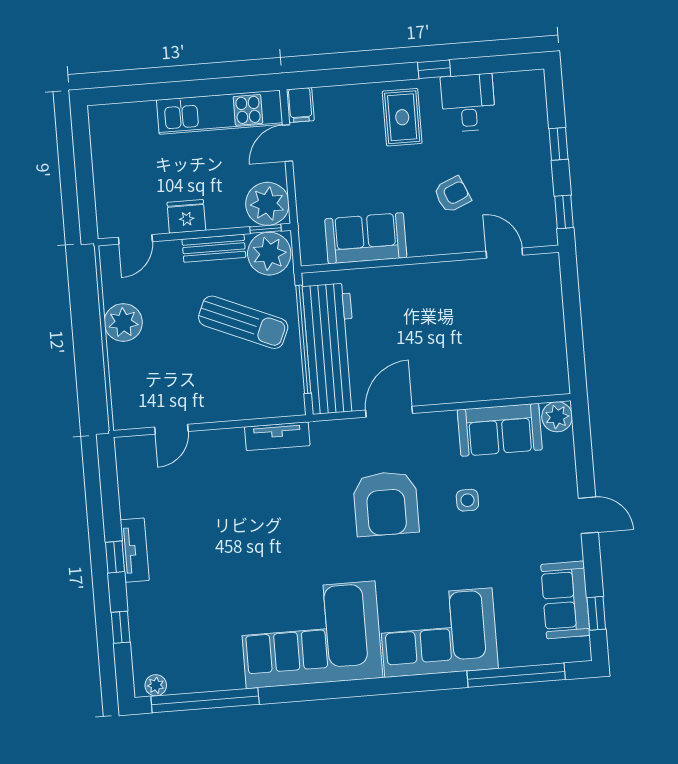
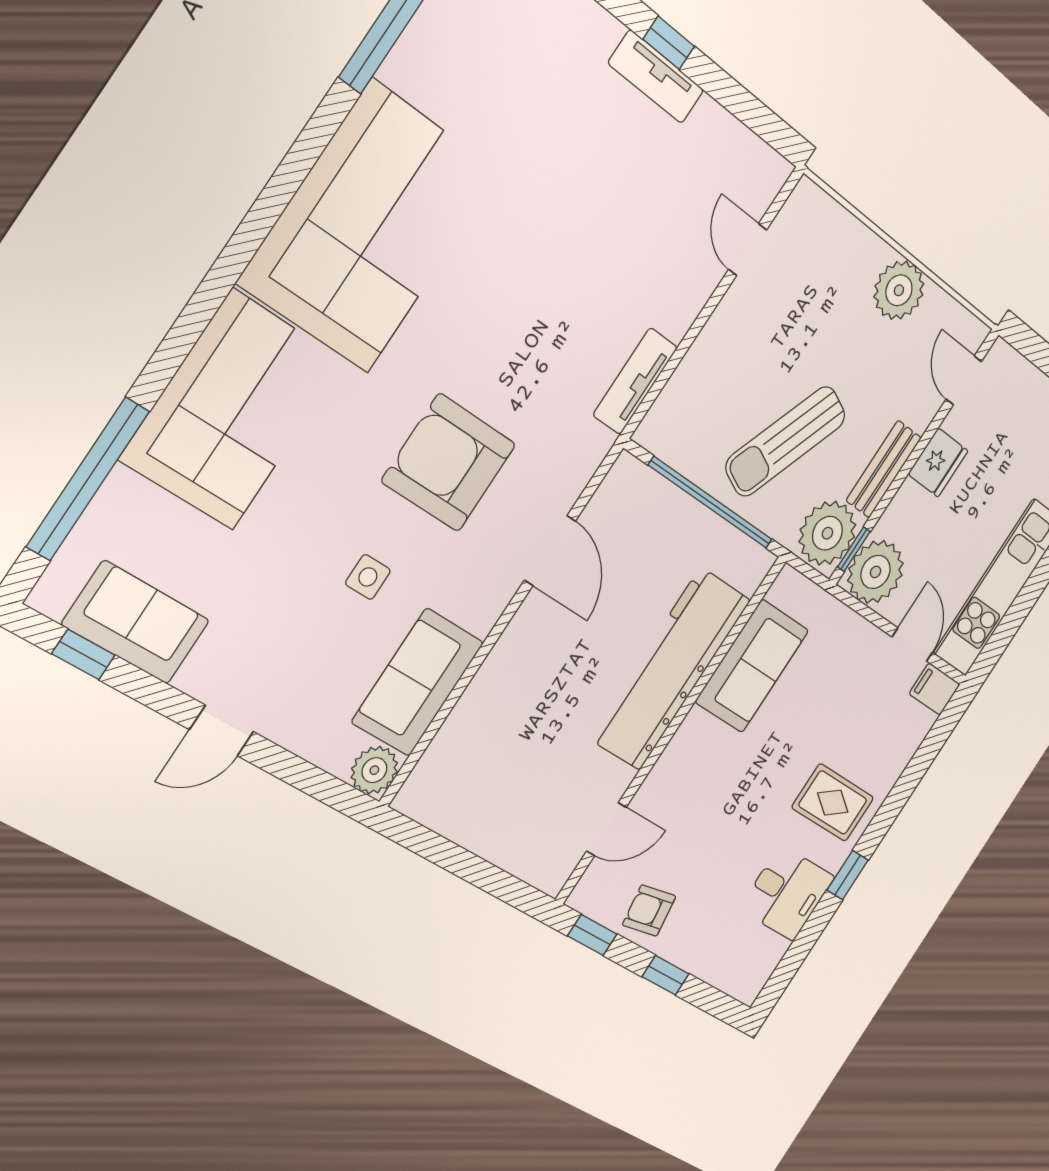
armchair: (452, 194) -> (649, 910), moved, turned 104
workbench: (331, 349) -> (670, 669), moved, turned 90

